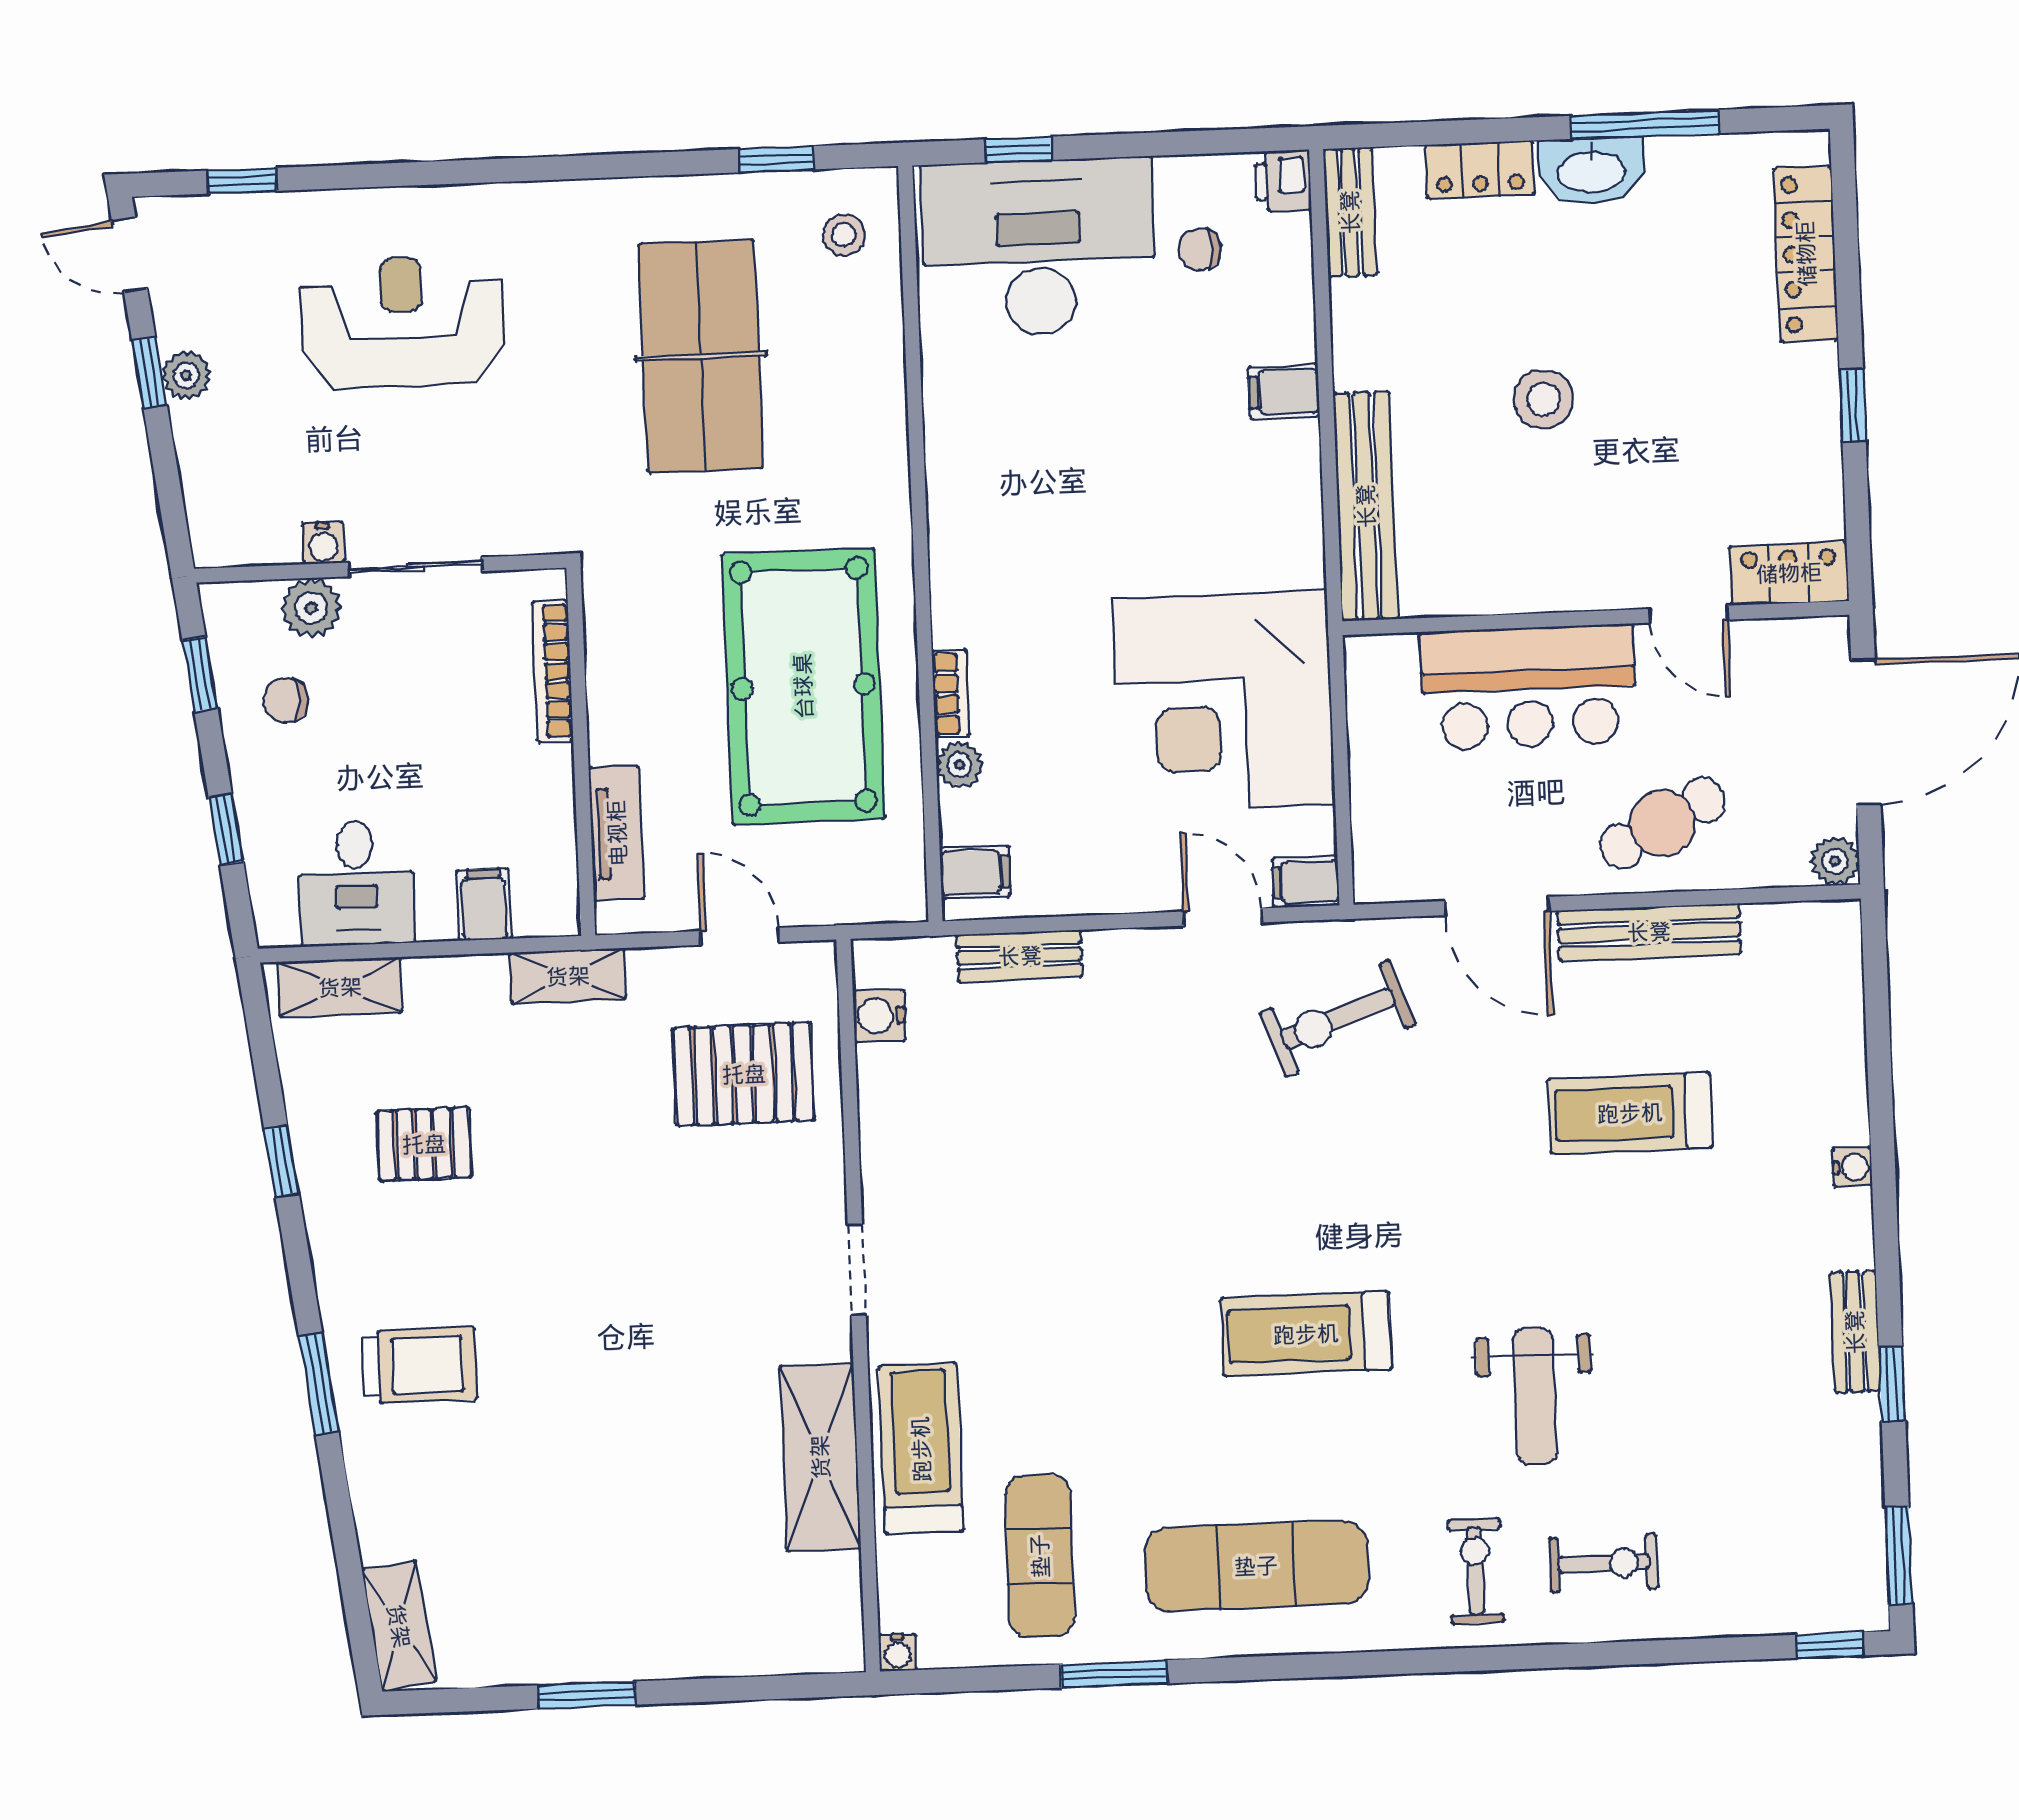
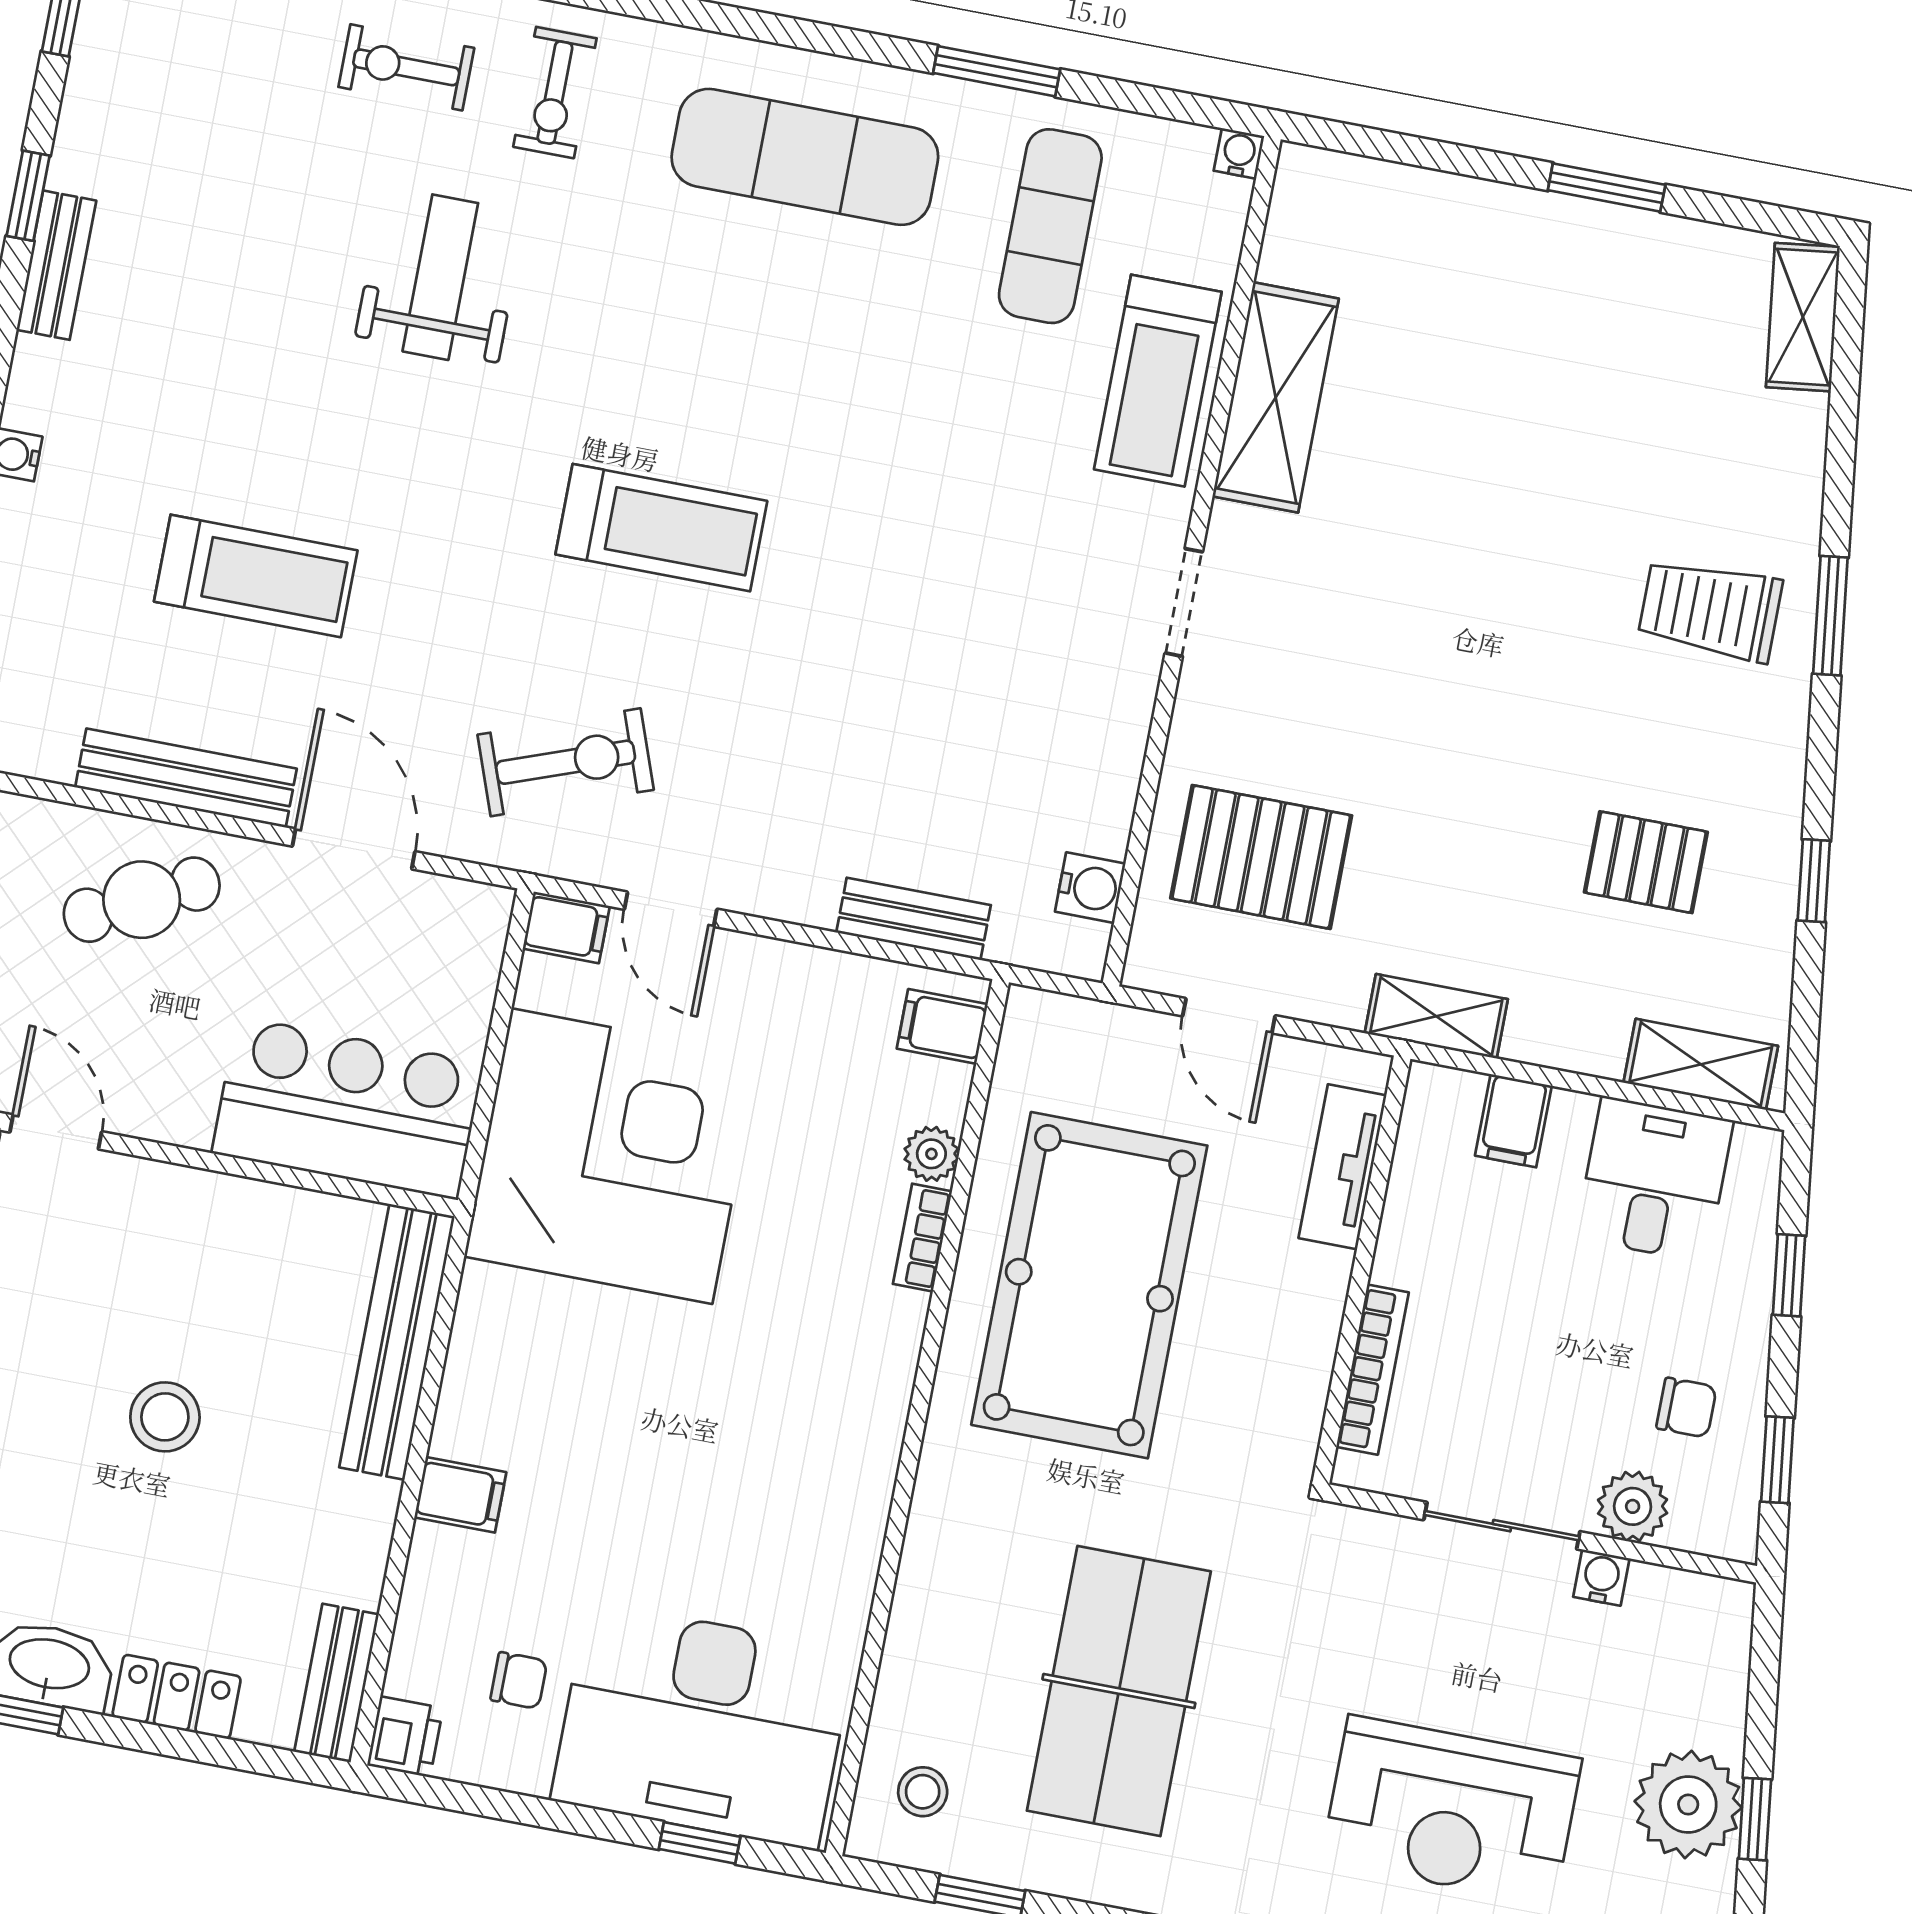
plant: (186, 375) -> (1688, 1805), width x1.87, depth x1.87
bar counter: (1529, 687) -> (348, 1108), moved
treadmill: (1306, 1334) -> (661, 528), moved

